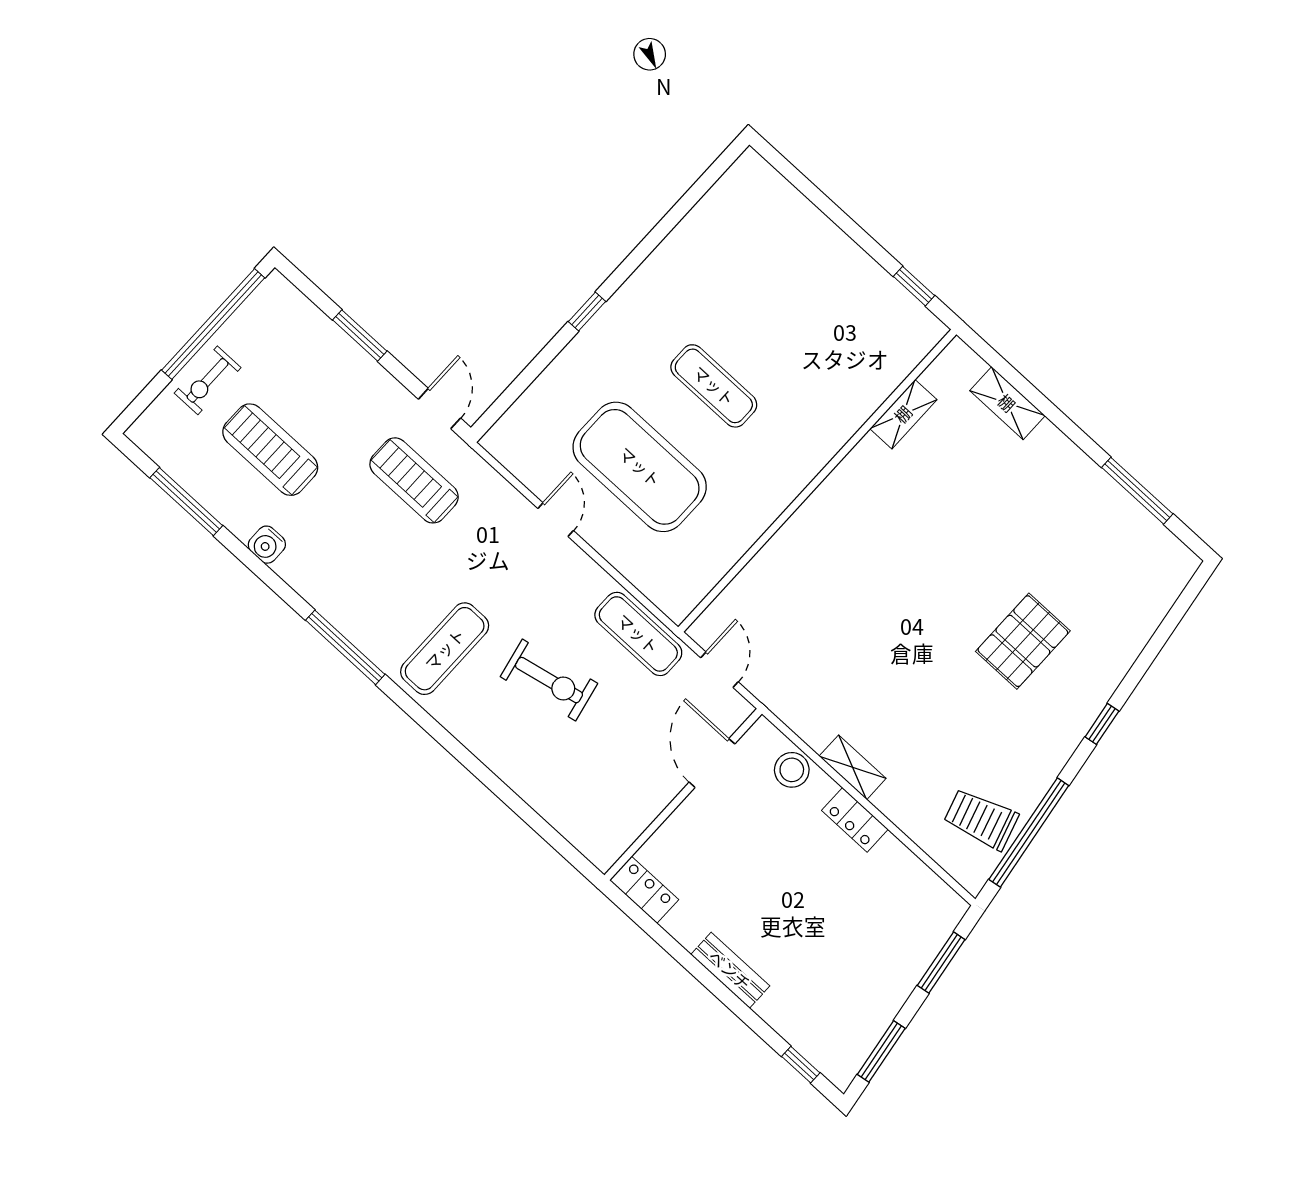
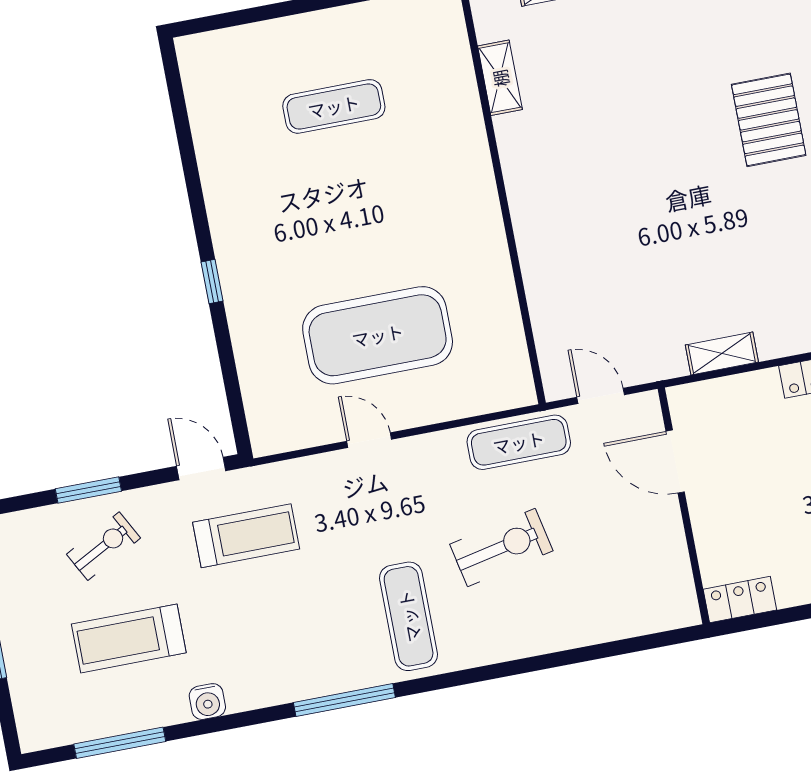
exercise bike: (208, 380) -> (103, 546), moved, turned -118
exercise mat: (714, 386) -> (334, 106), moved
treadmill: (414, 480) -> (246, 536), turned 180
shelving: (853, 767) -> (722, 354), moved
stool: (792, 770) -> (732, 398), removed

